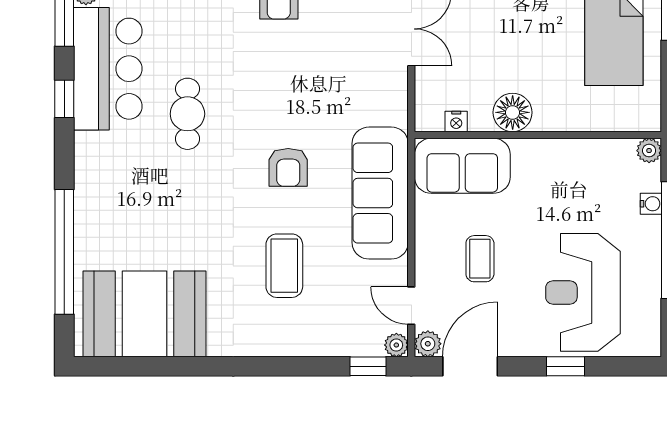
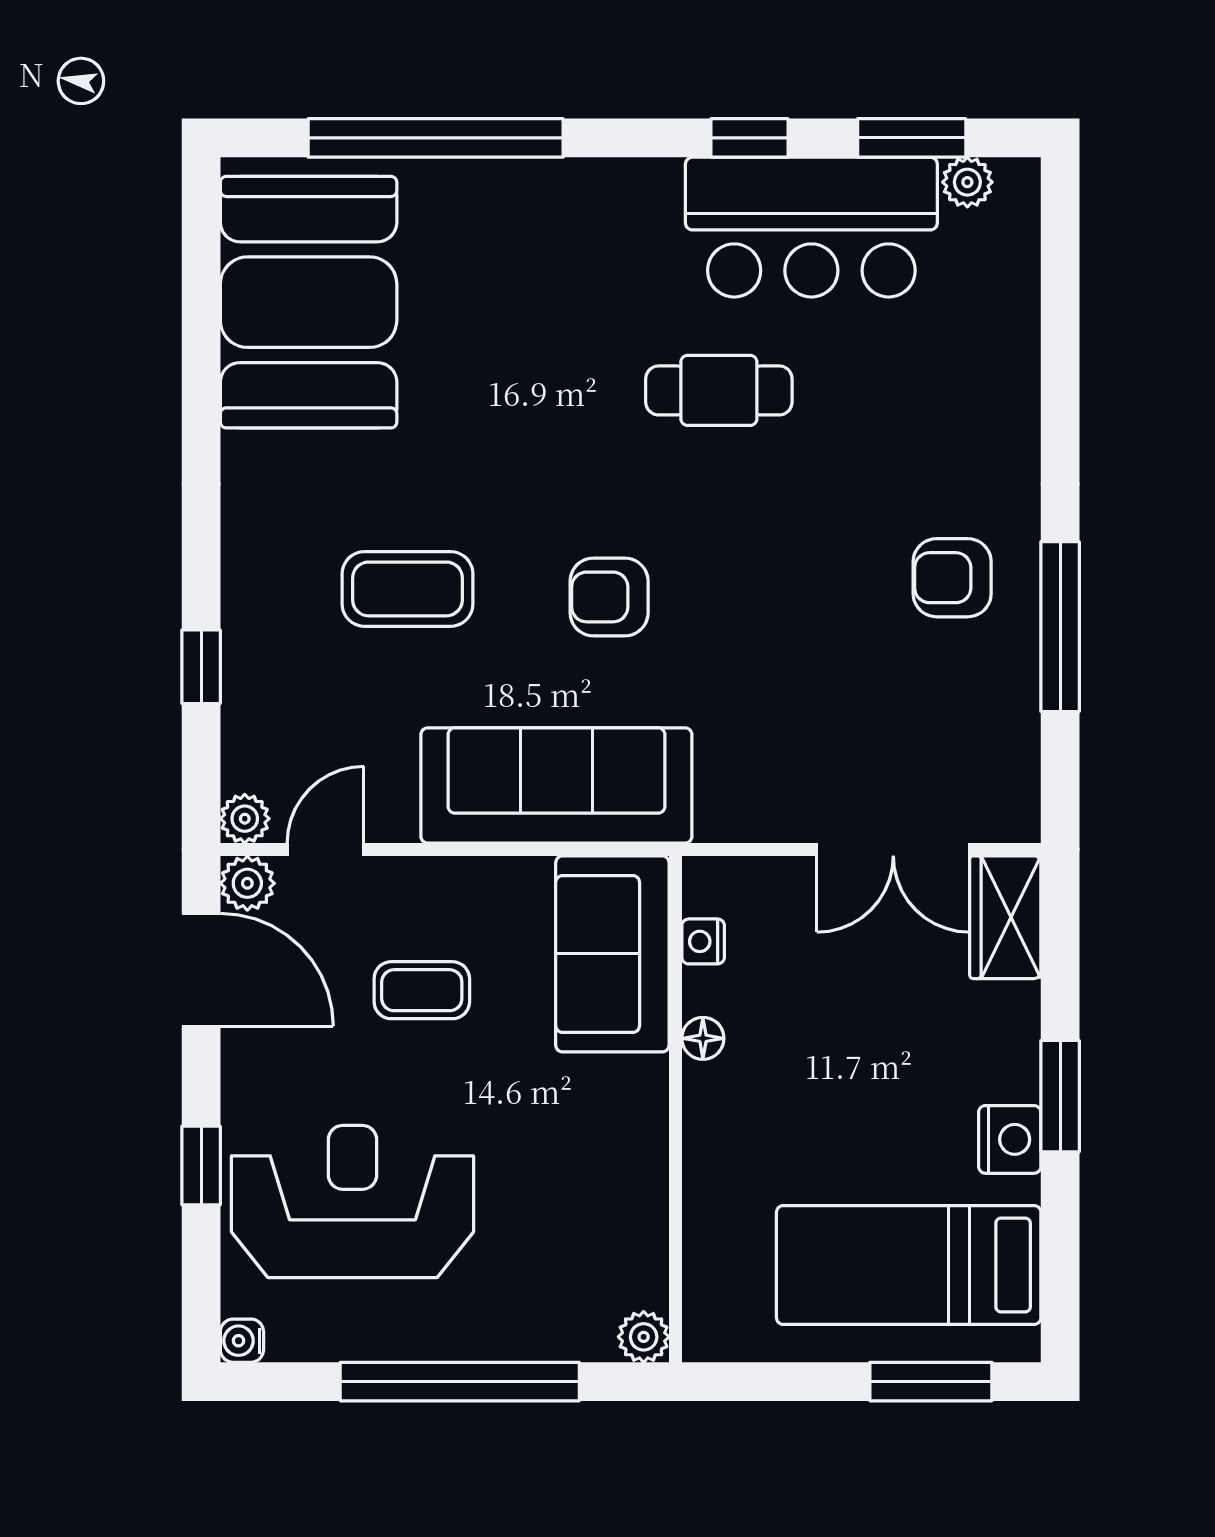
floor lamp: (513, 112) -> (703, 1038), width x0.53, depth x0.53
water cooler: (651, 204) -> (242, 1341), moved, turned 90
window: (368, 366) -> (201, 667), moved

